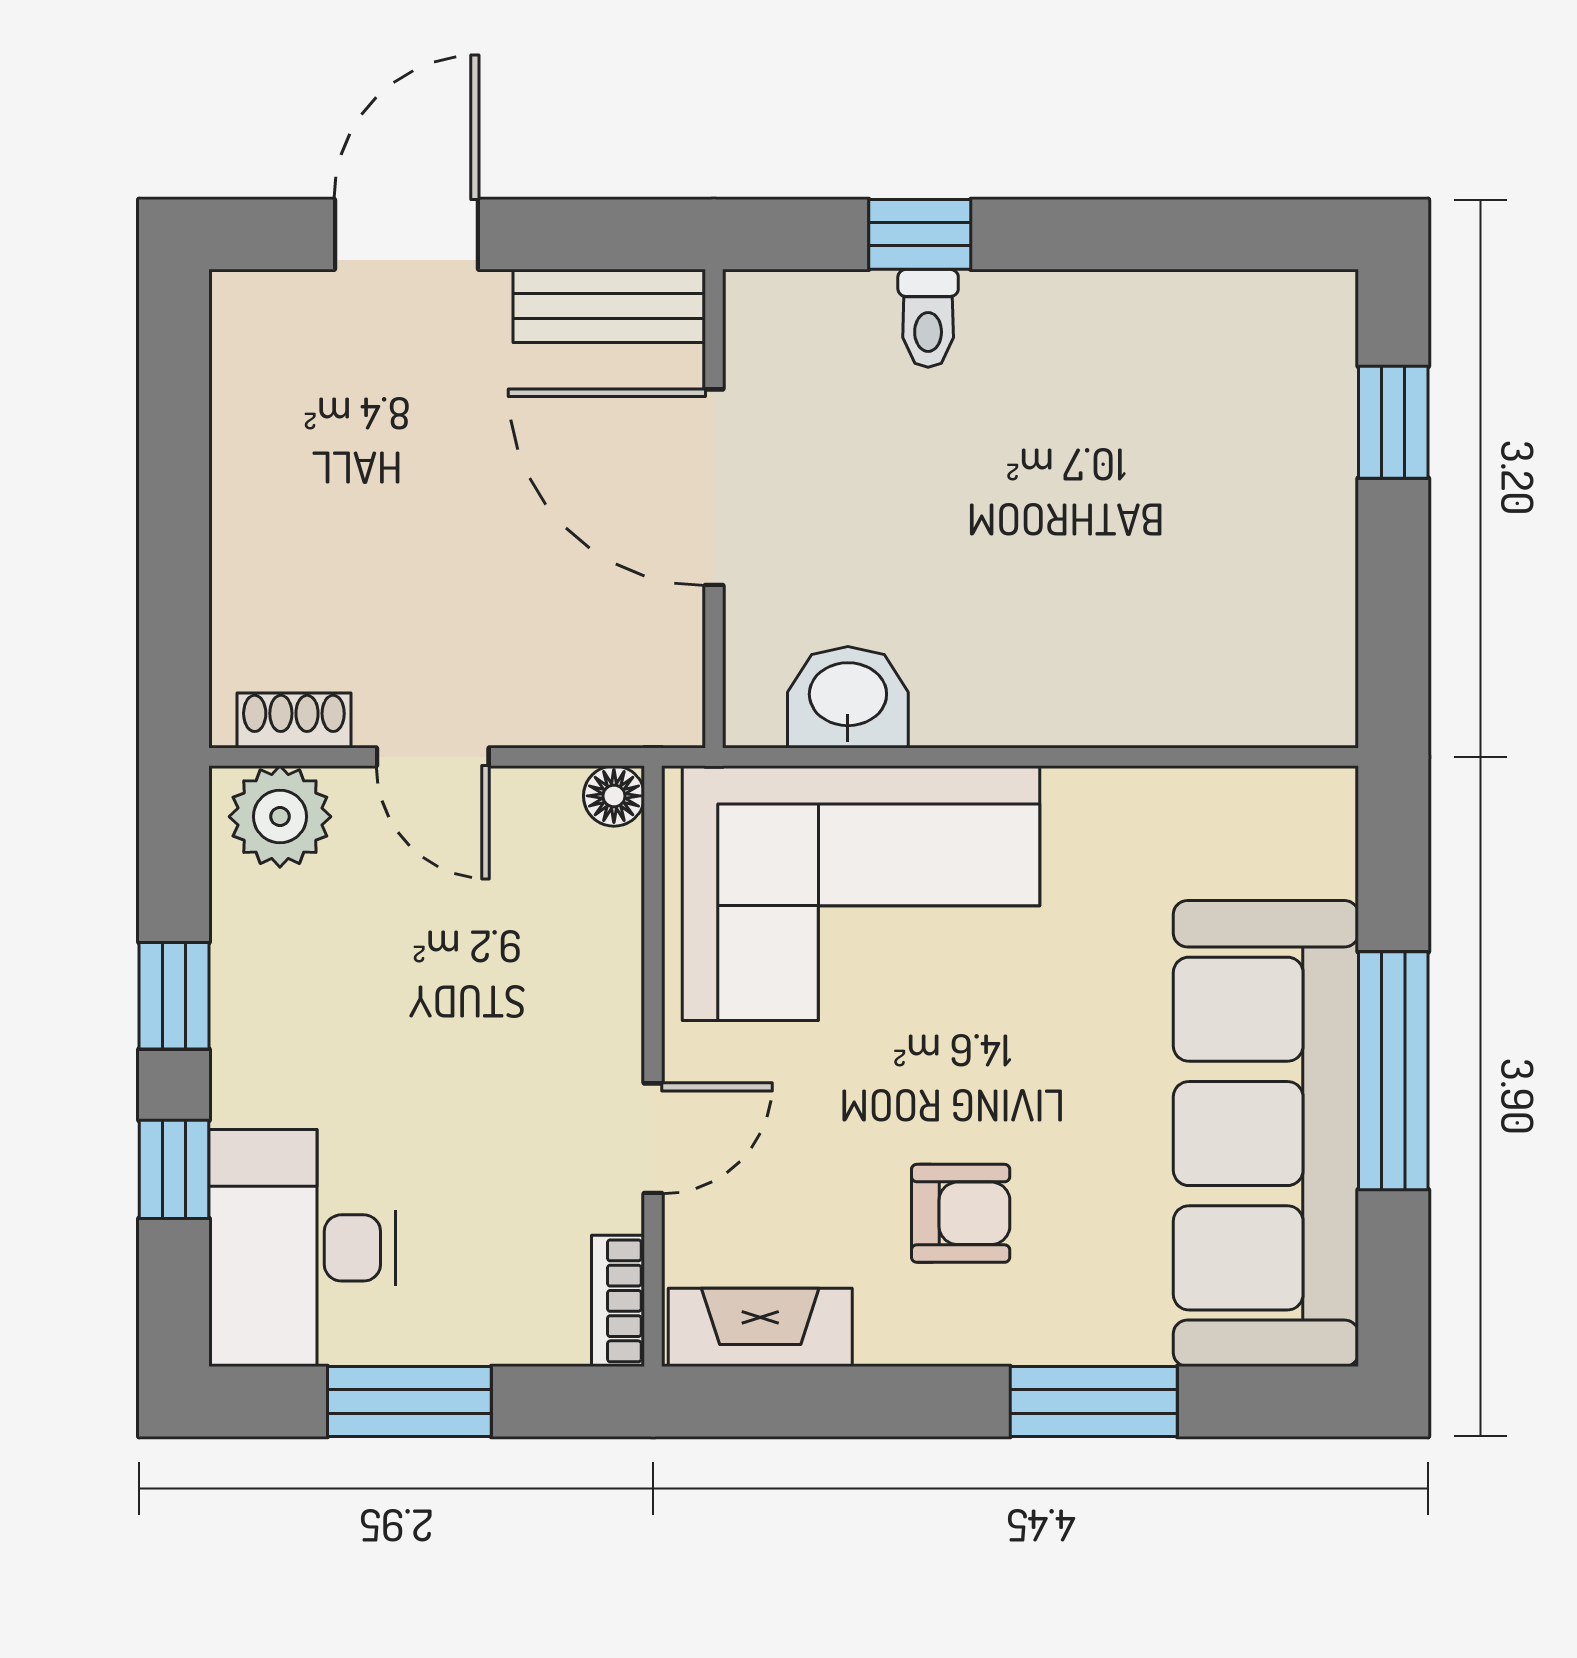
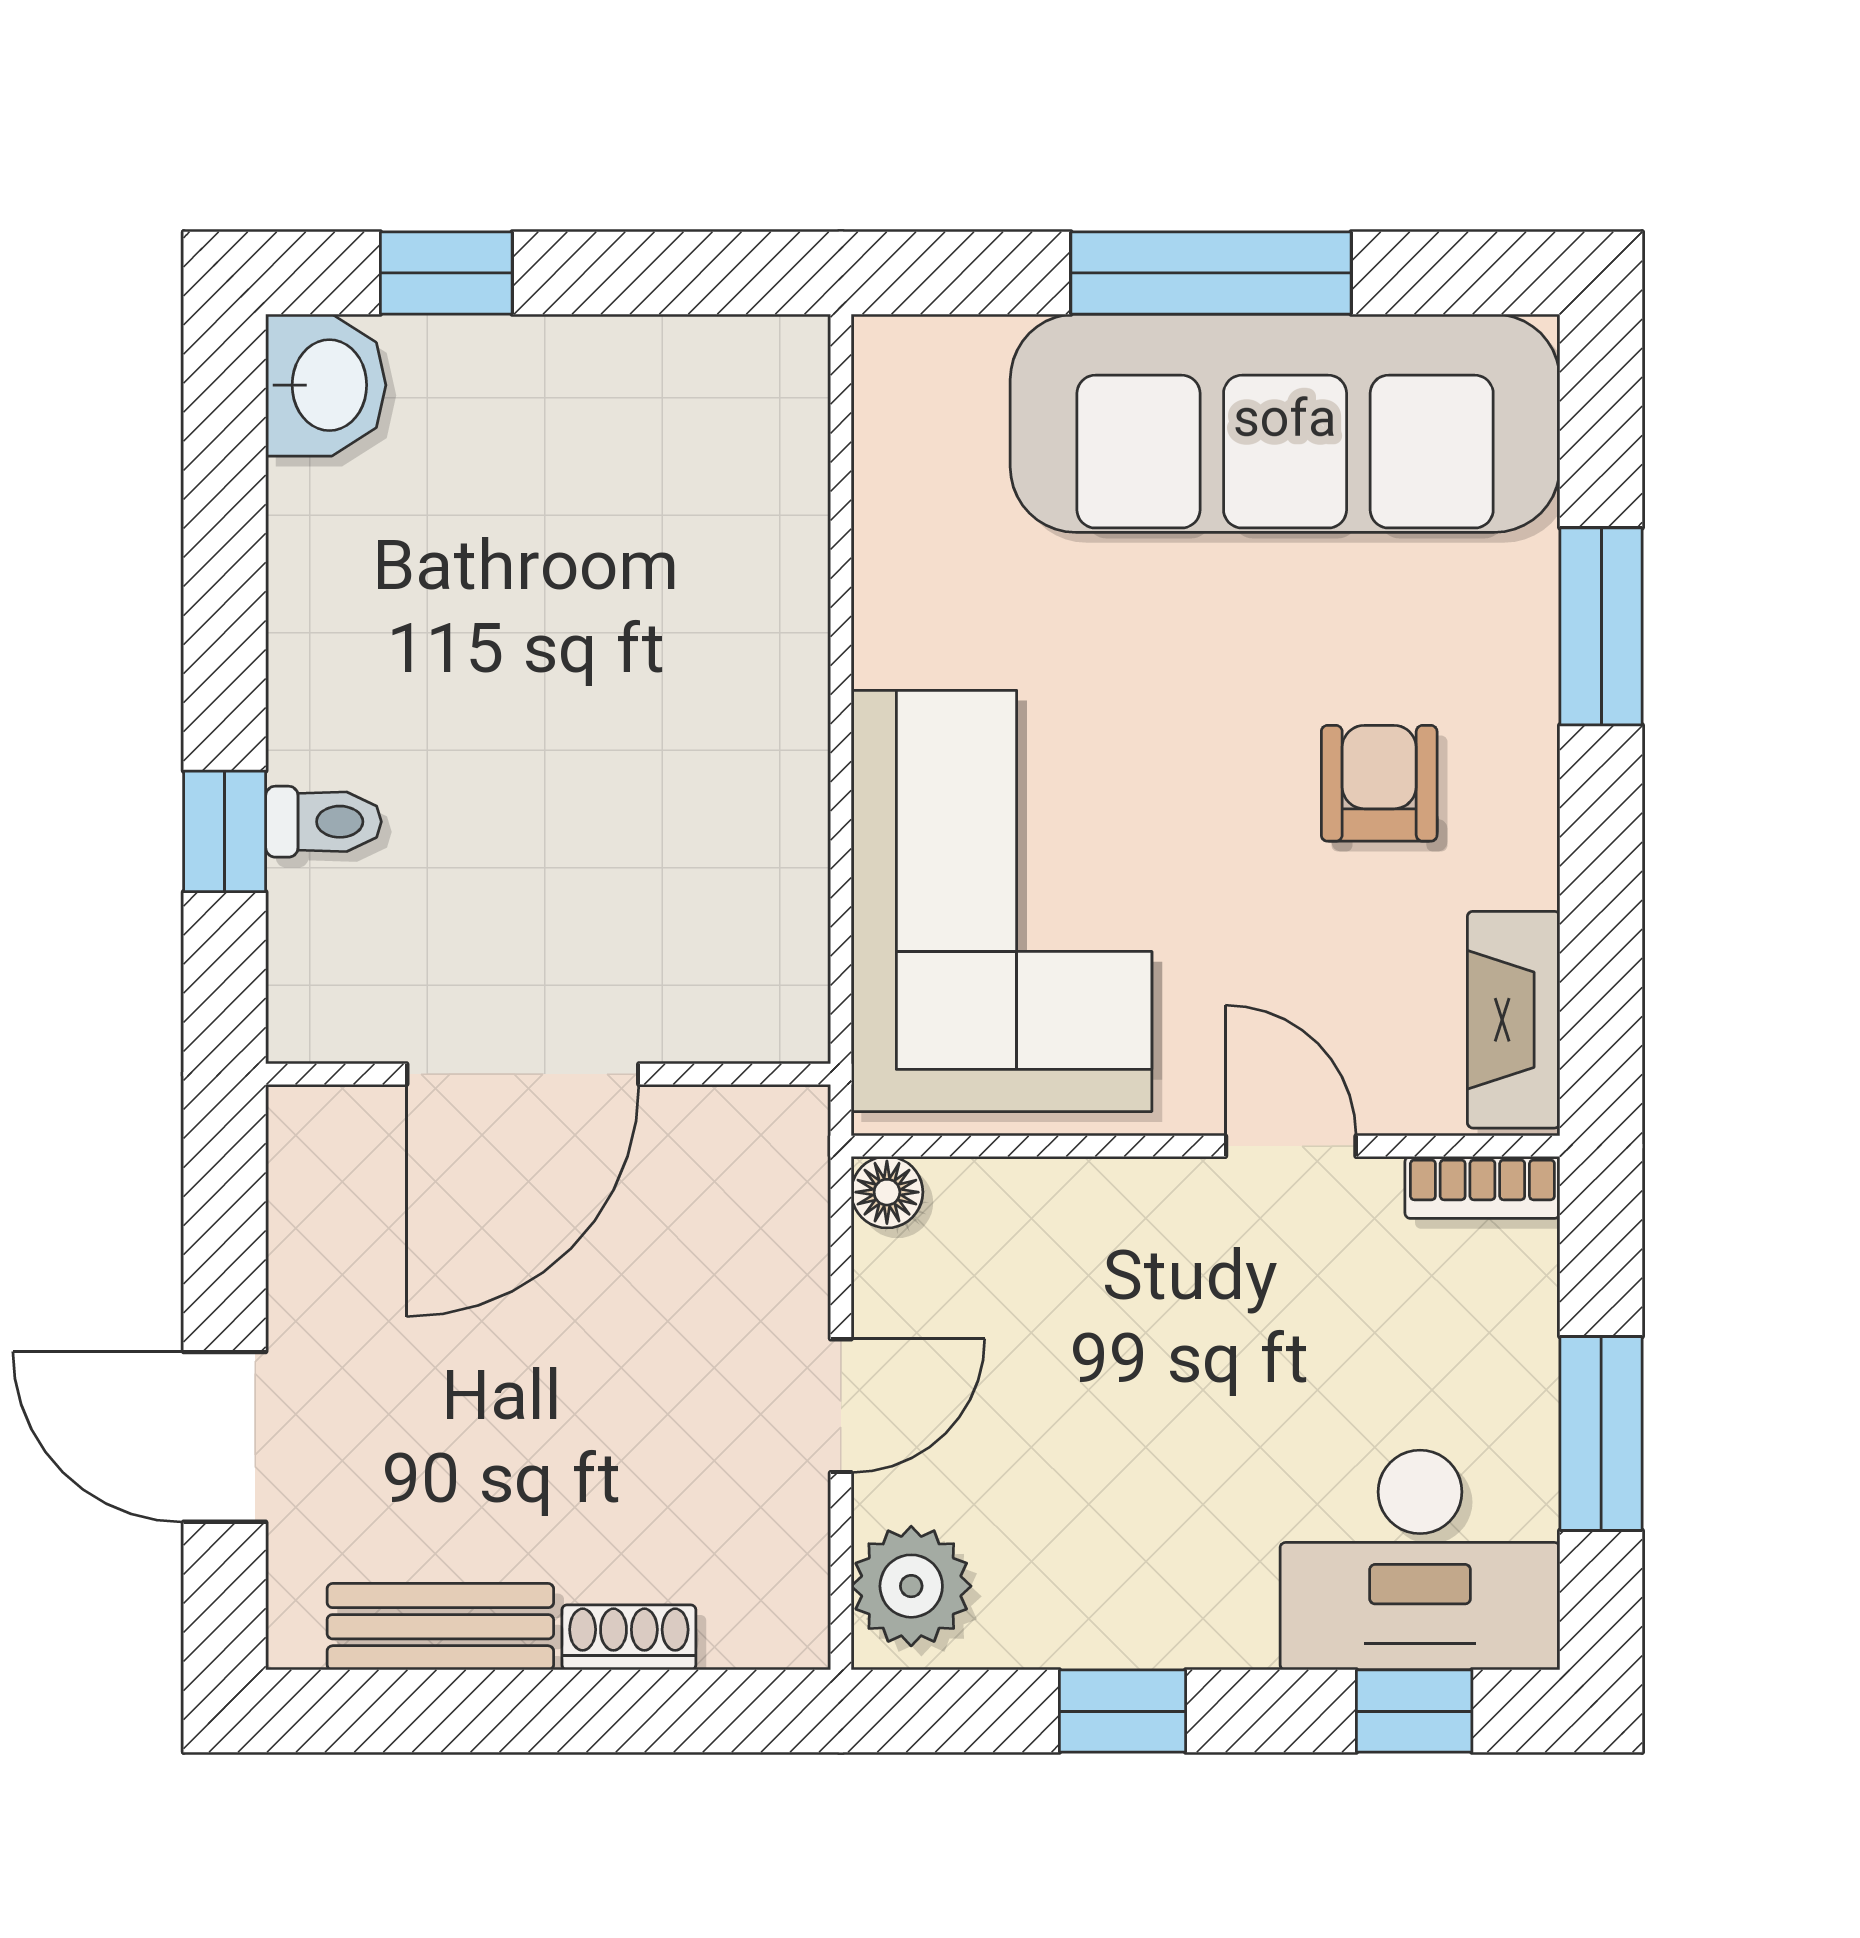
bench: (609, 306) -> (440, 1627), moved, turned 90
washbasin: (848, 697) -> (326, 385), moved, turned 180
shoe rack: (294, 721) -> (629, 1637), moved, turned 90
window: (174, 1169) -> (1414, 1711), moved

